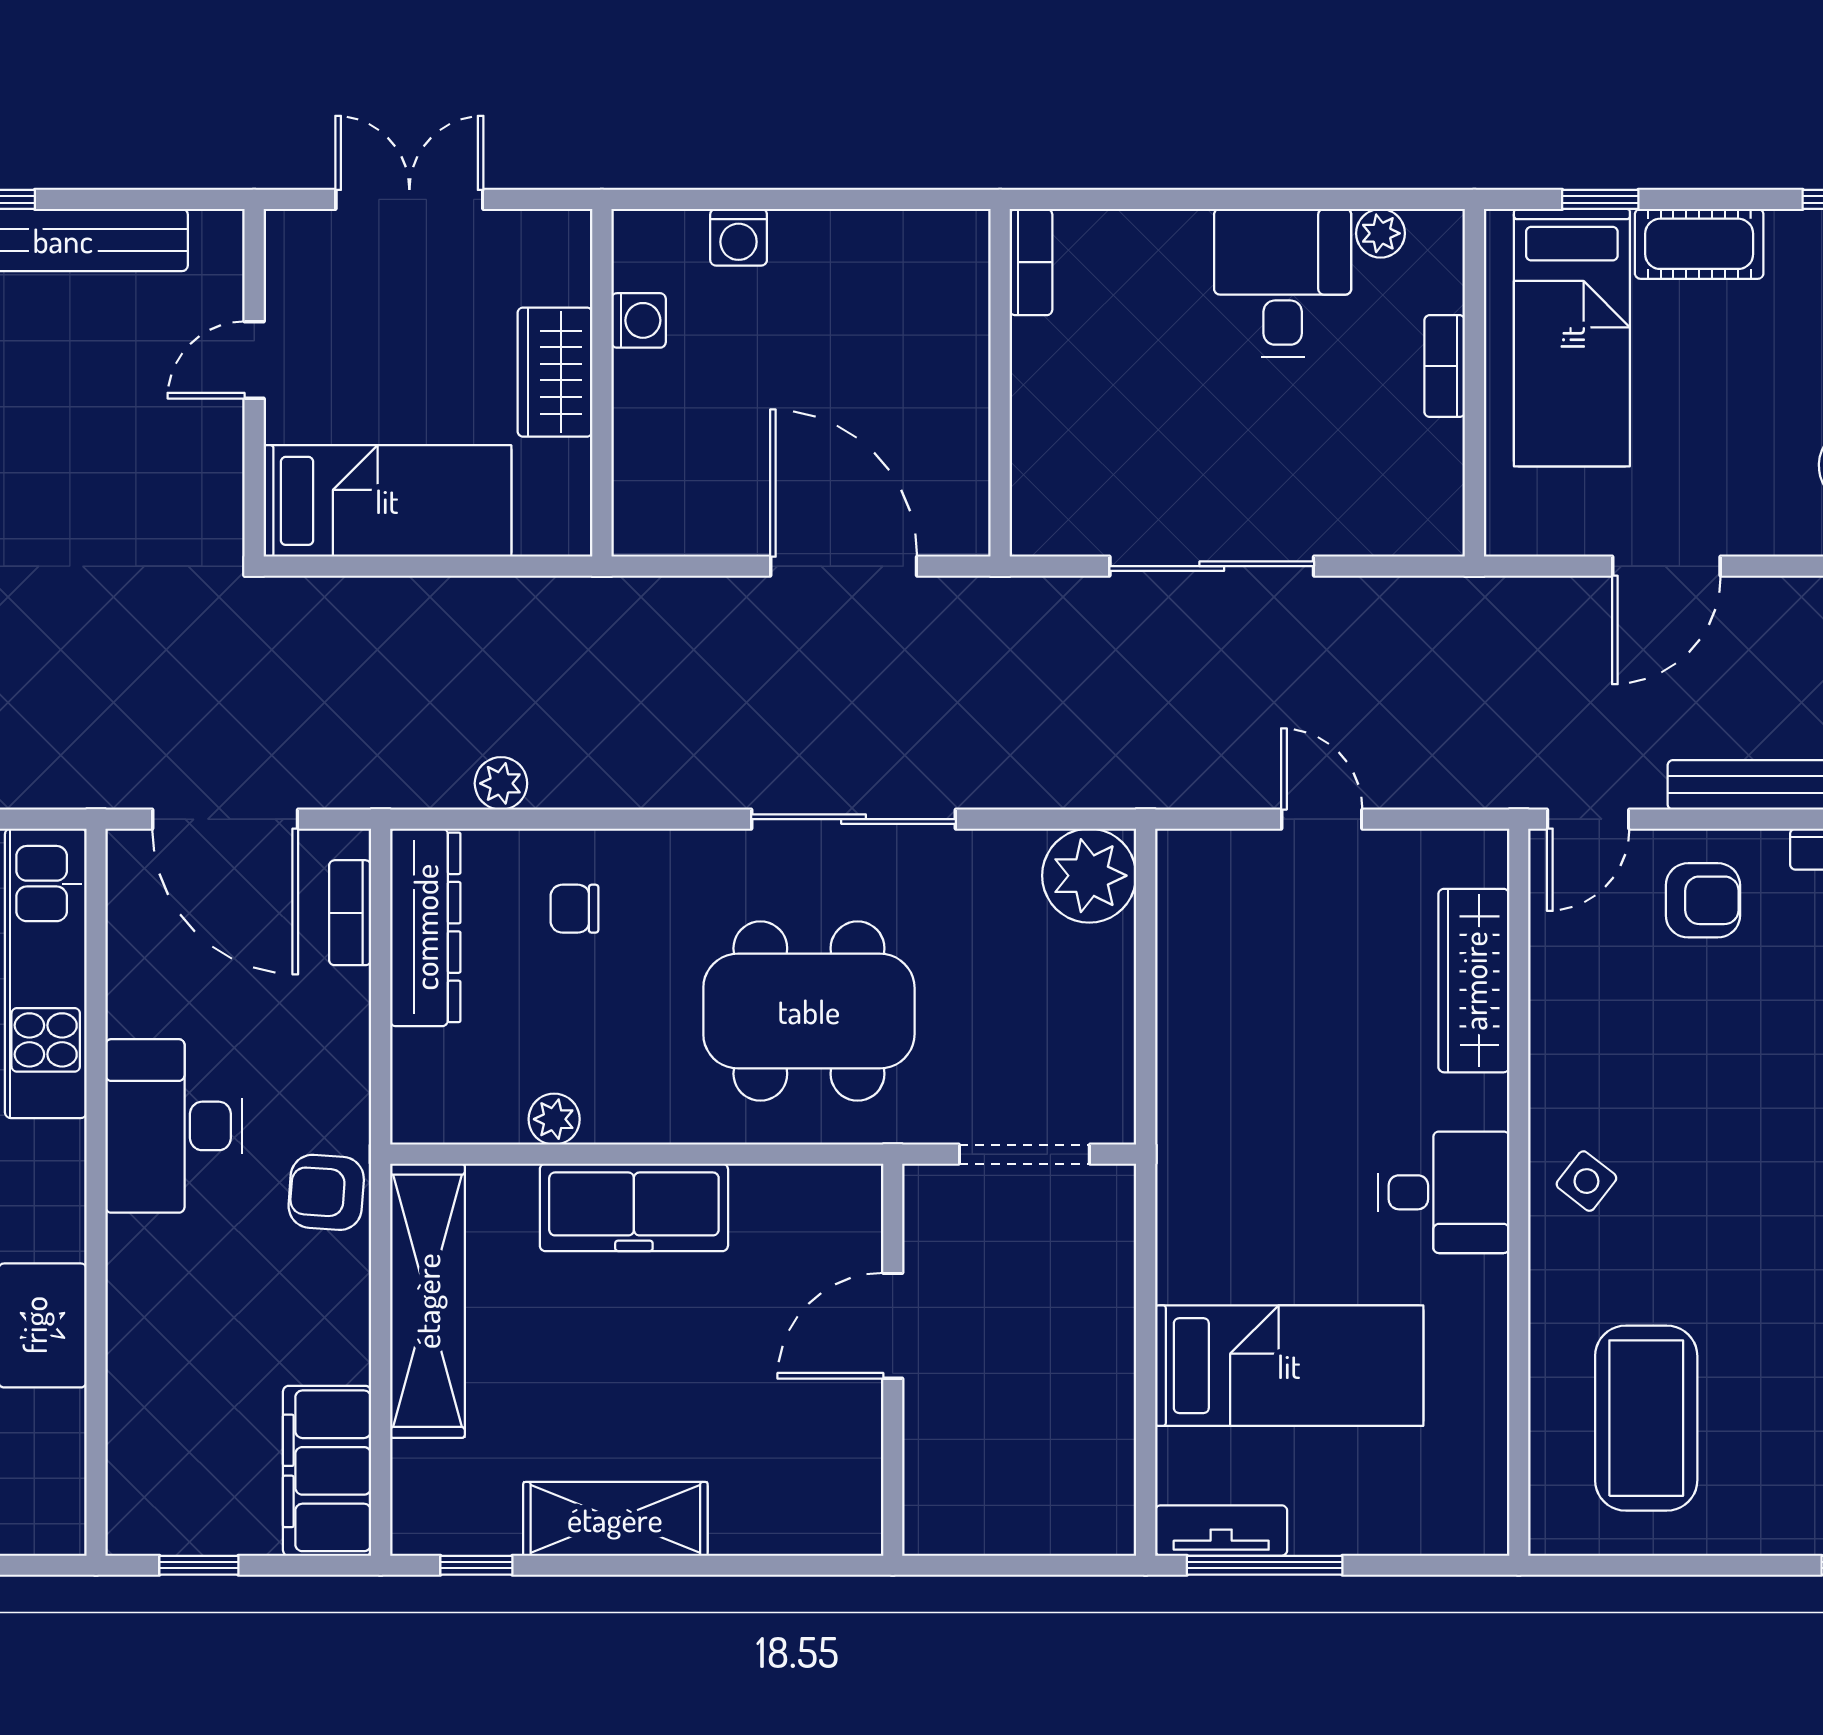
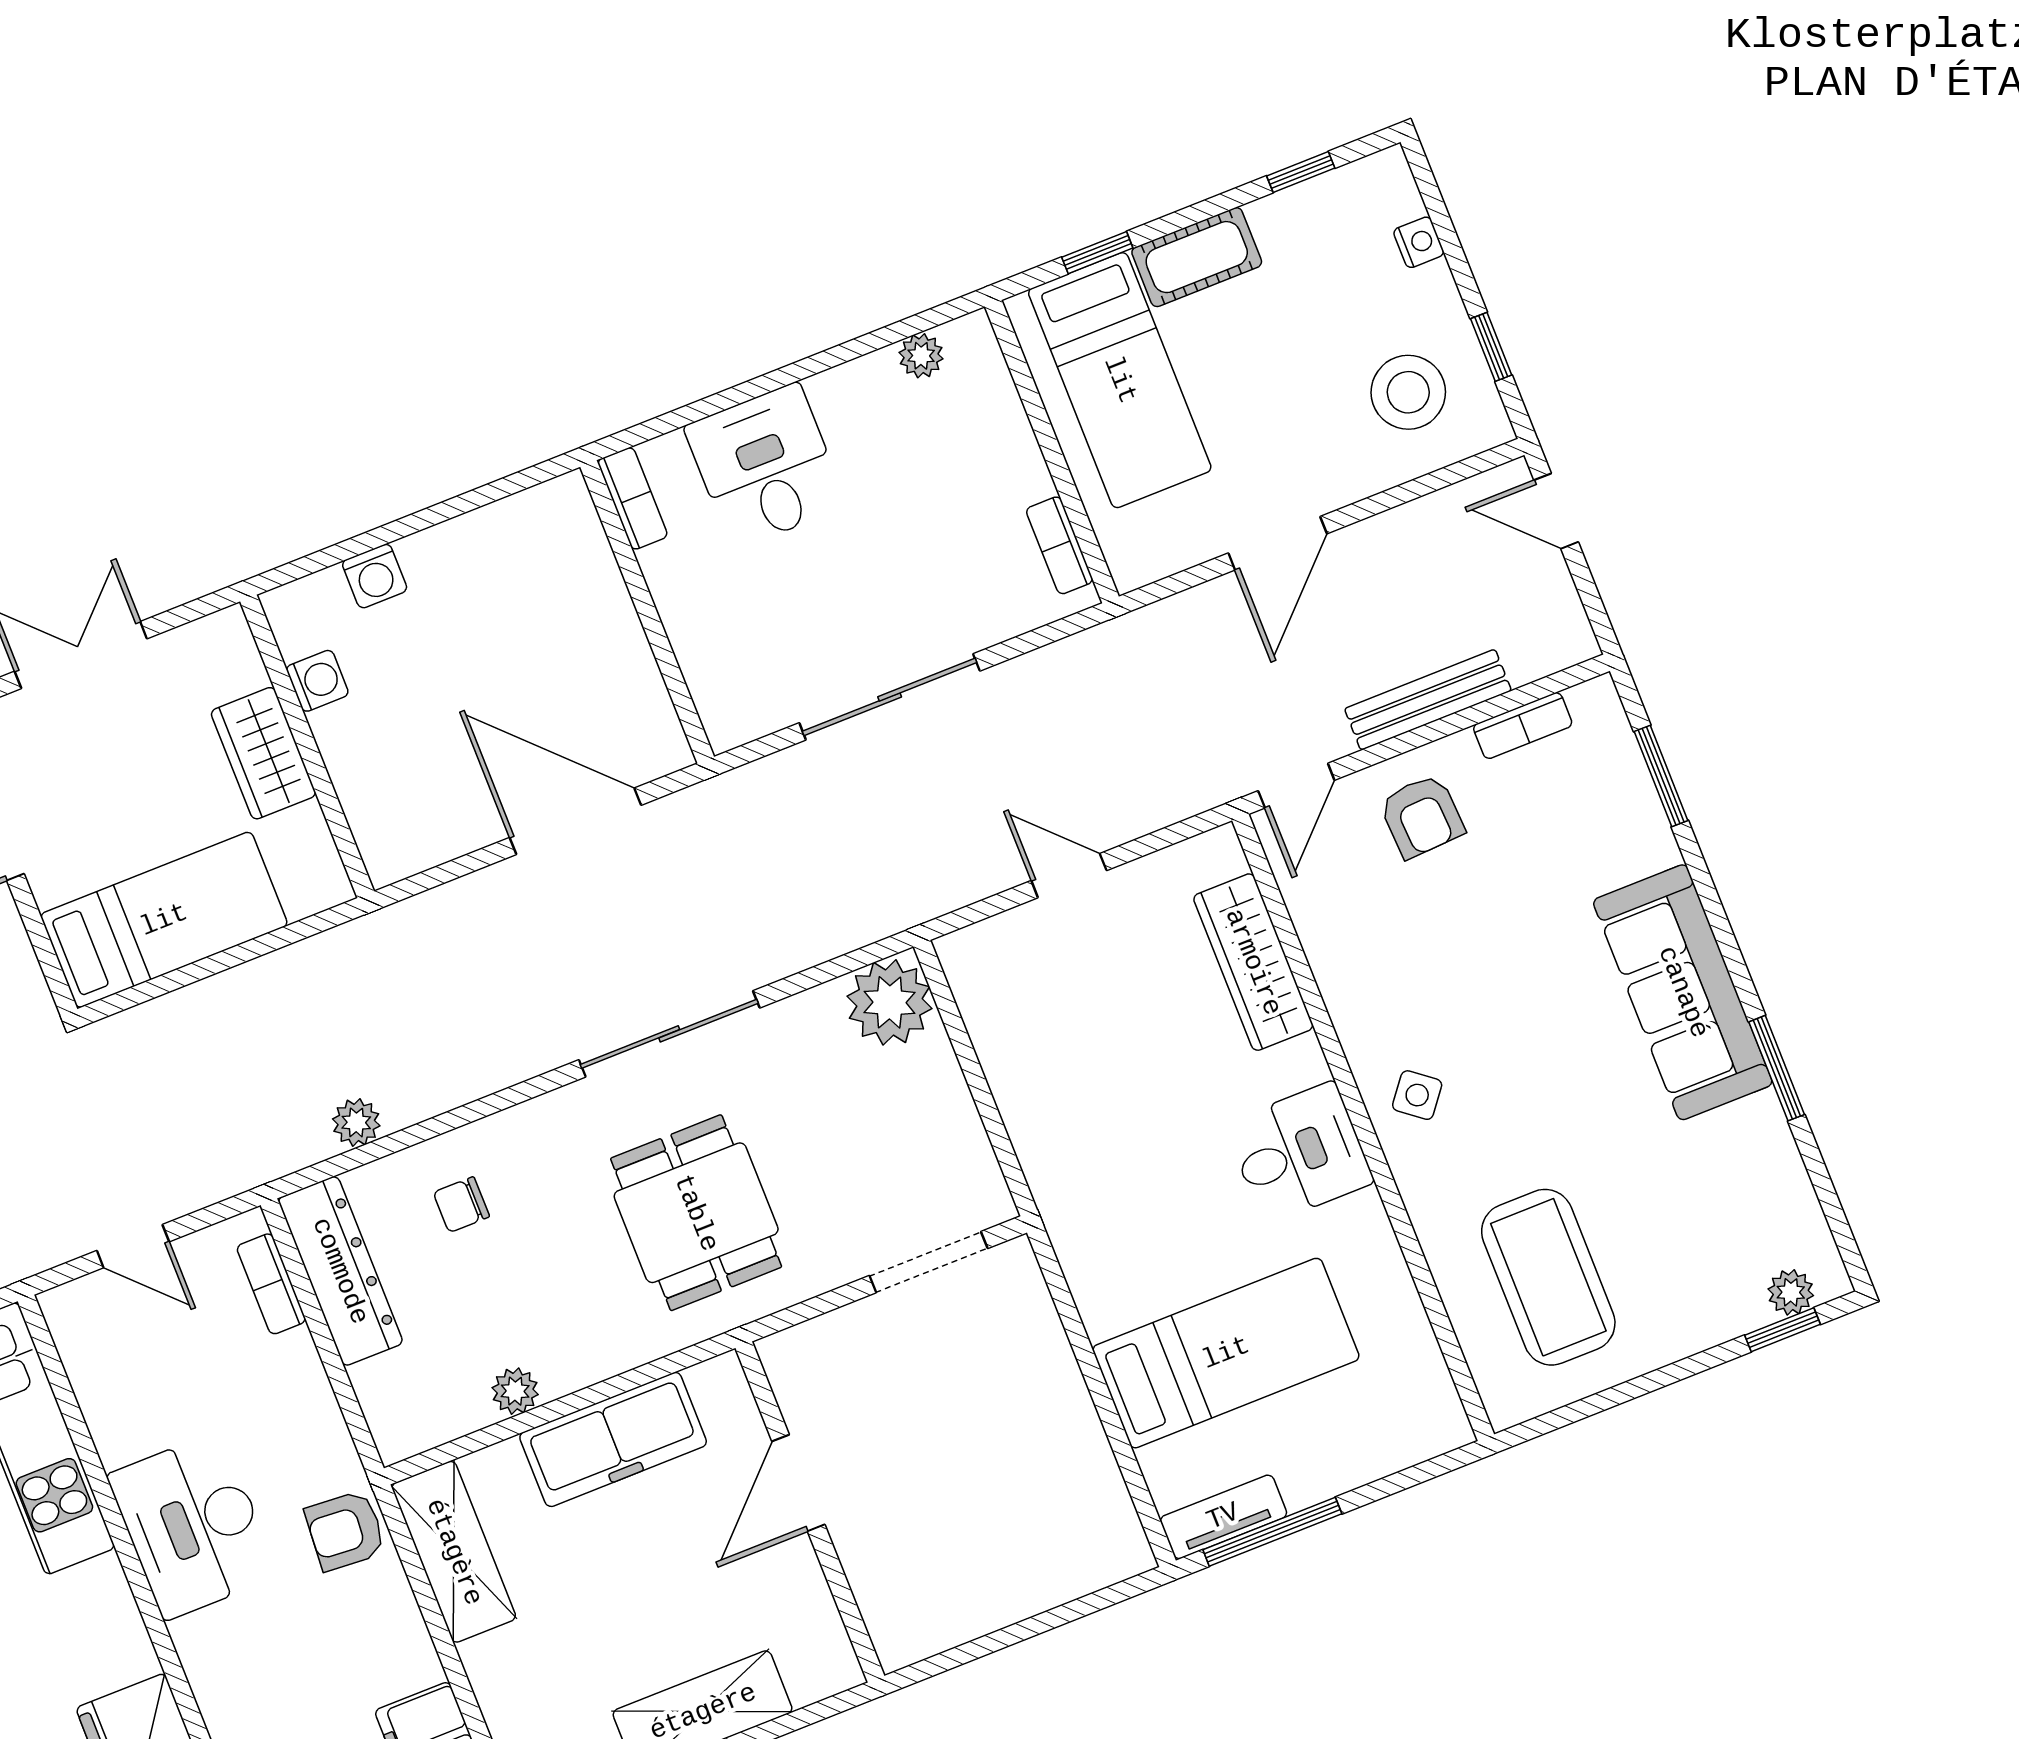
desk: (1283, 283) -> (765, 466), moved
bookcase: (1445, 366) -> (1059, 545), moved
door: (225, 819) -> (133, 1246), width x0.53
armchair: (1703, 900) -> (1422, 816), turned 87
dining table: (809, 1011) -> (696, 1213), width x0.73
shelving: (427, 1301) -> (454, 1552), width x0.68
door: (893, 1326) -> (798, 1483), moved
wall: (893, 1360) -> (810, 1512), moved

